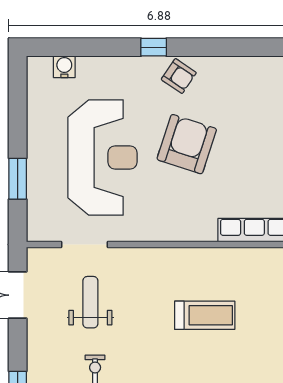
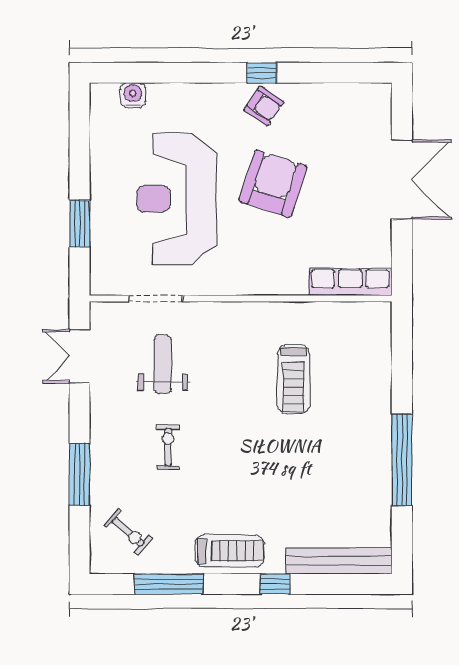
window: (154, 47) -> (262, 73), moved
reception desk: (102, 157) -> (176, 199), turned 180
treadmill: (205, 315) -> (293, 379), turned 90

